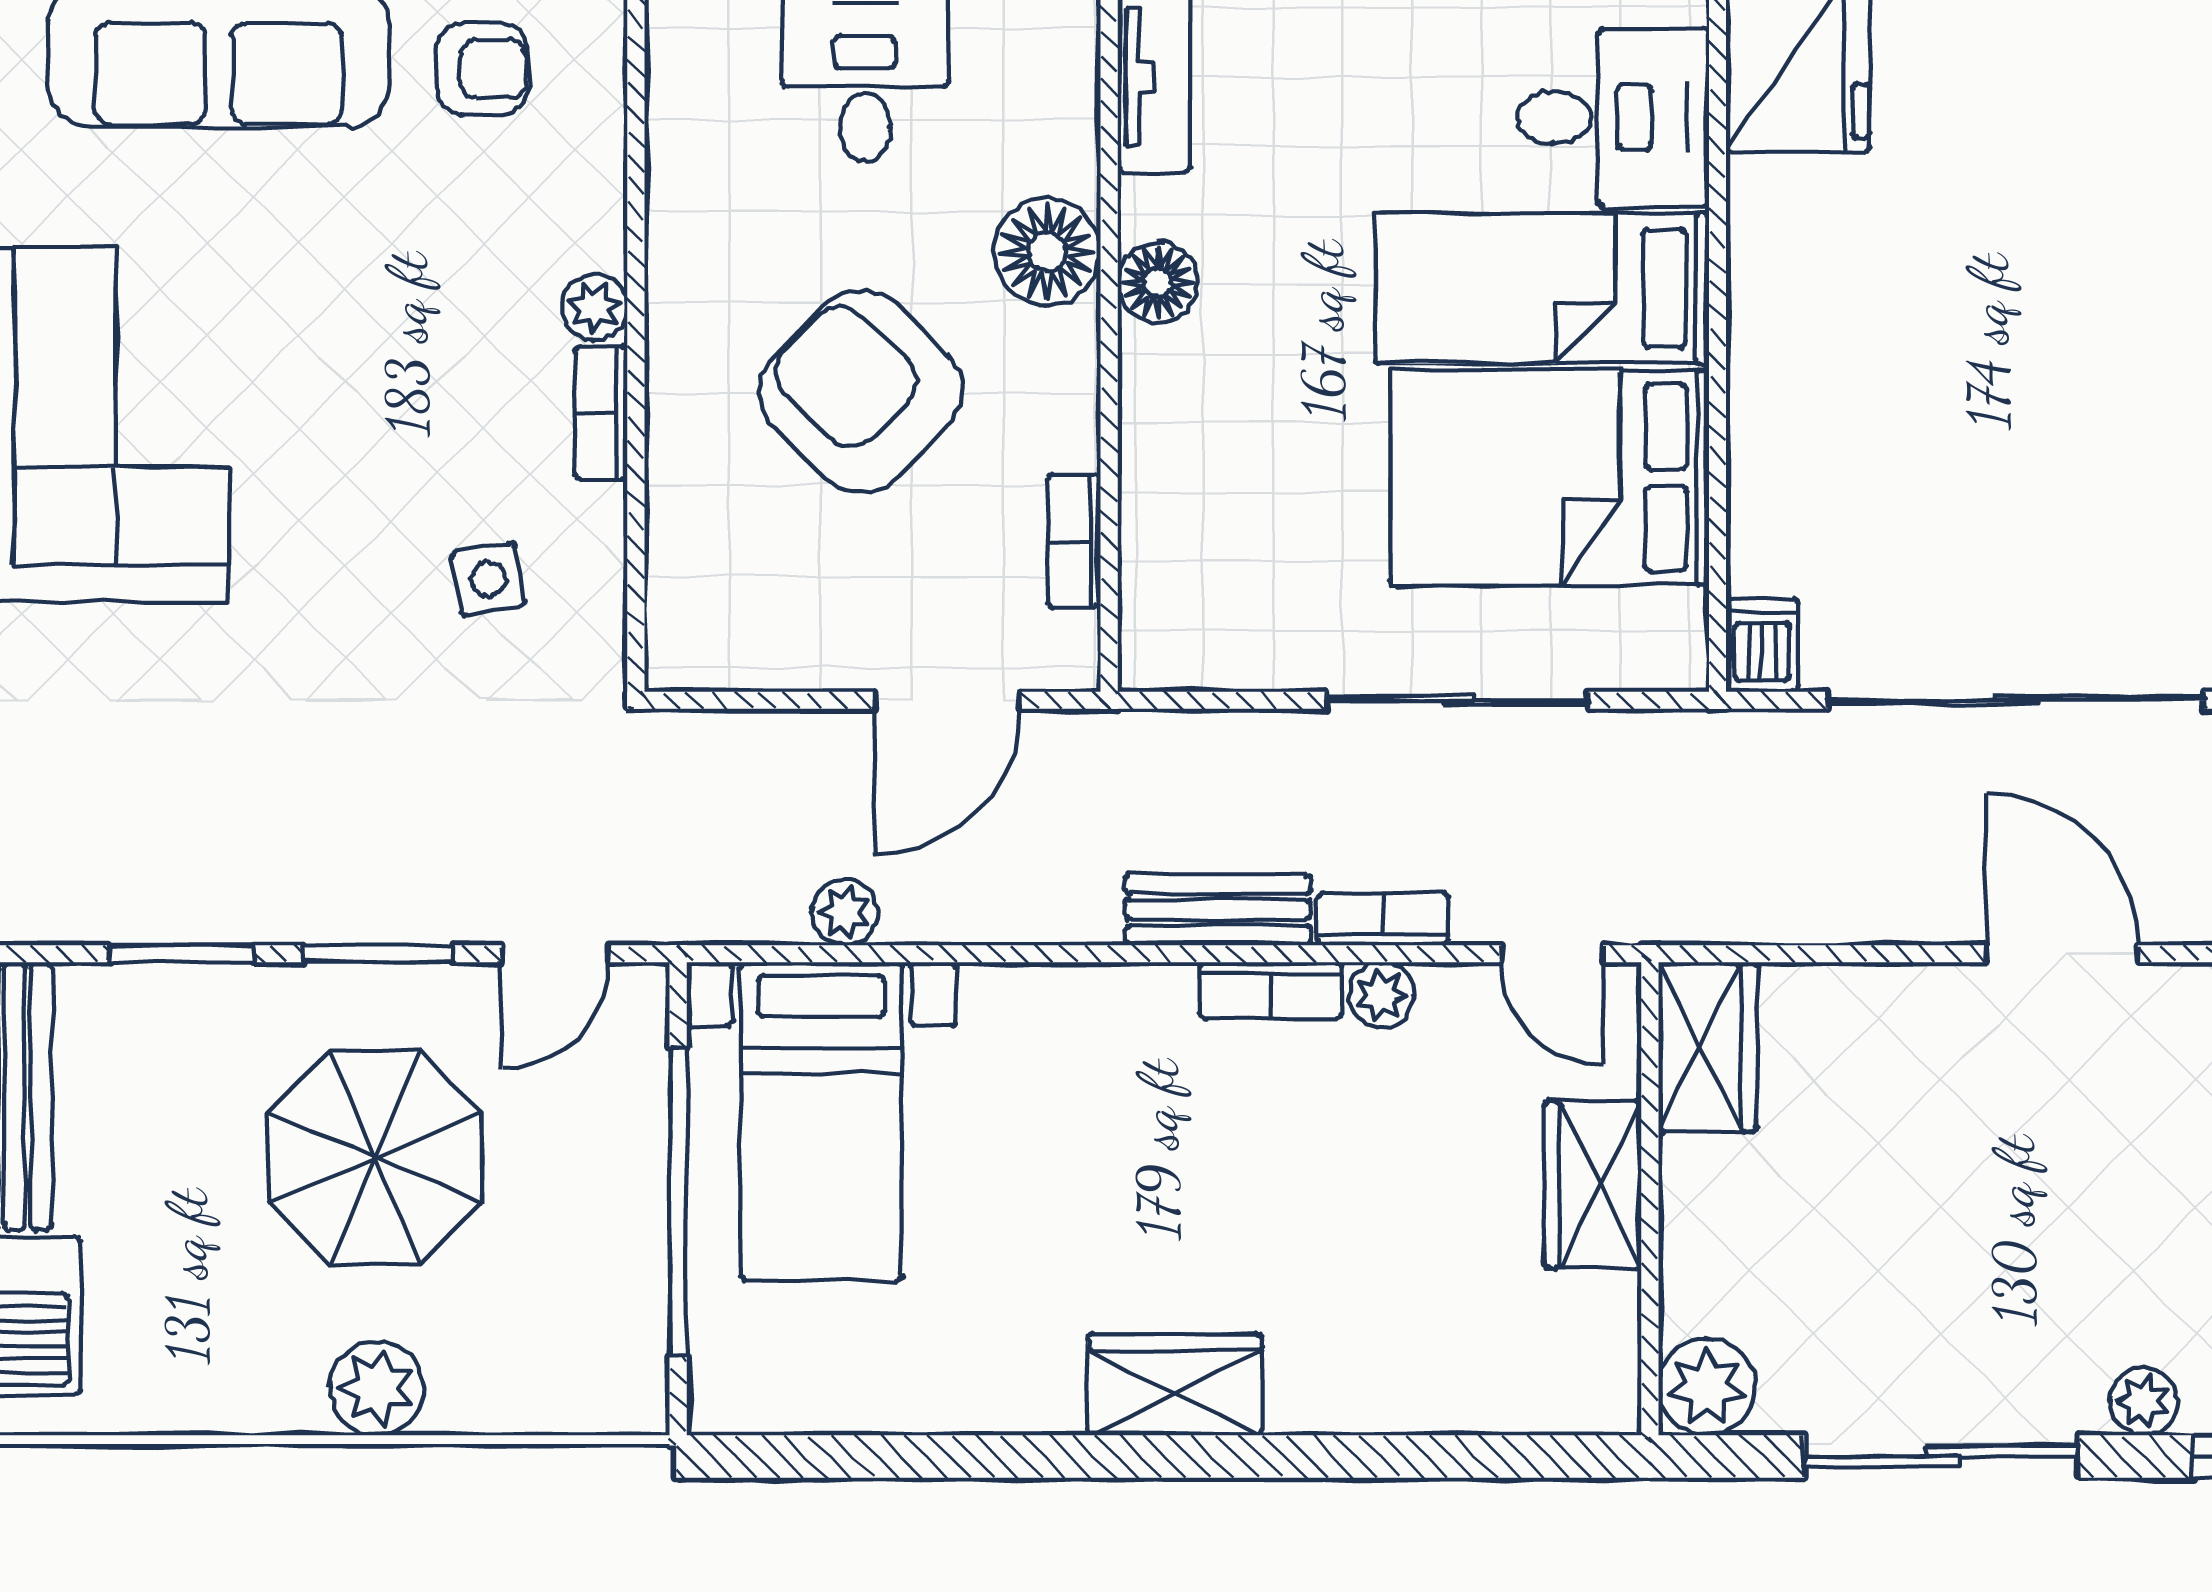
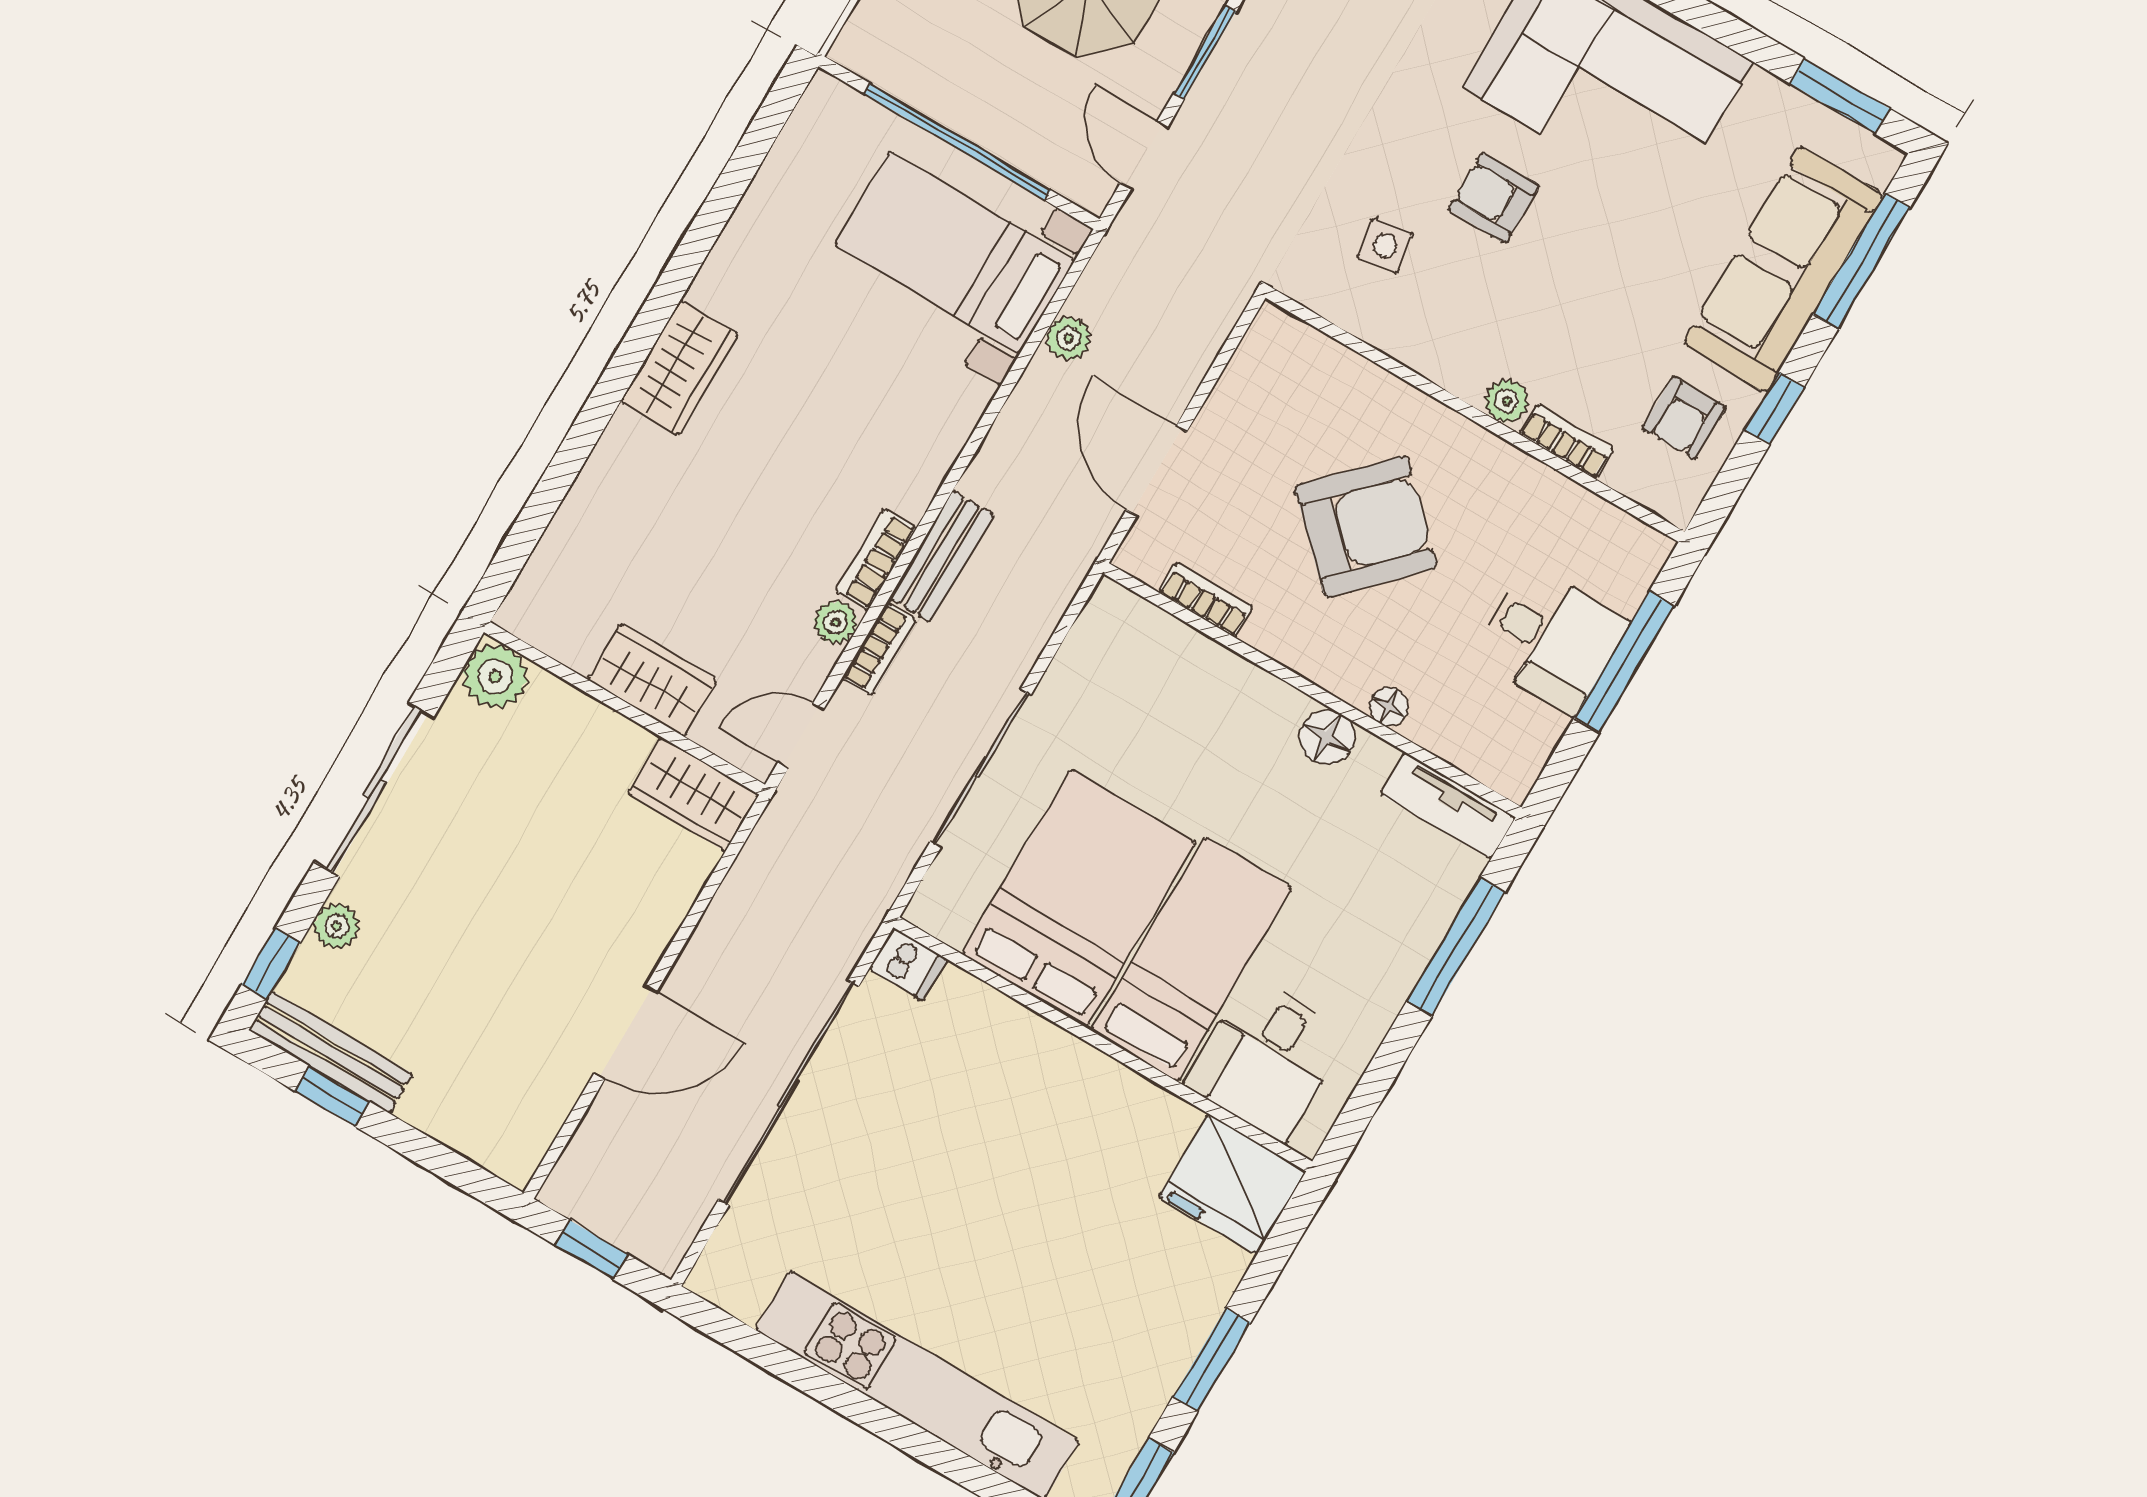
floor lamp: (1047, 252) -> (1389, 707), width x0.53, depth x0.53
bookcase: (601, 413) -> (1566, 441), moved
armchair: (345, 477) -> (1494, 198), added

